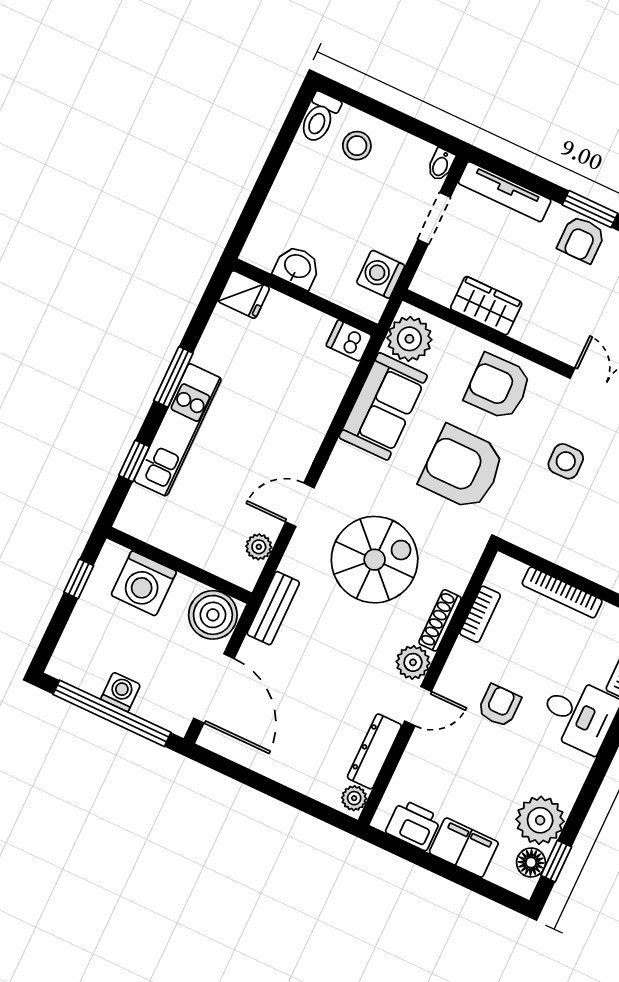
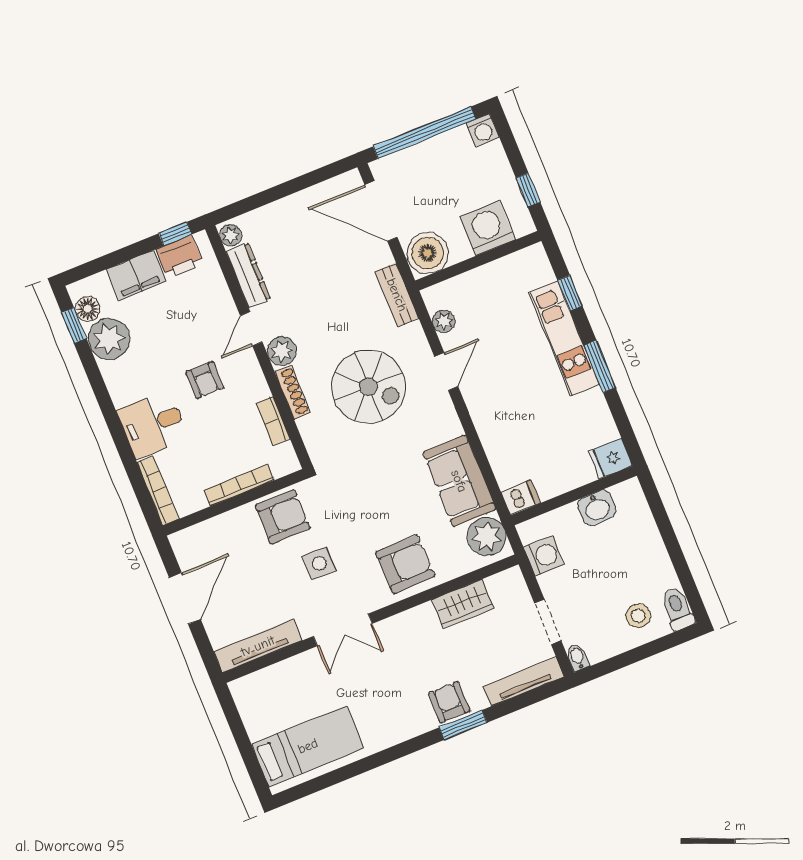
armchair: (462, 468) -> (283, 517), moved, width x0.73, depth x0.73
spiral stairs: (375, 560) -> (368, 387), turned -90
washing machine: (121, 692) -> (483, 130), moved
window: (397, 847) -> (175, 234), added

